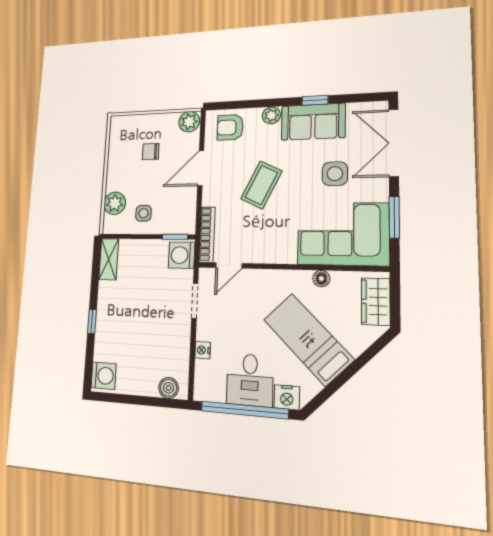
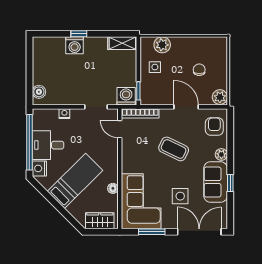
washing machine: (104, 376) -> (75, 45), moved

